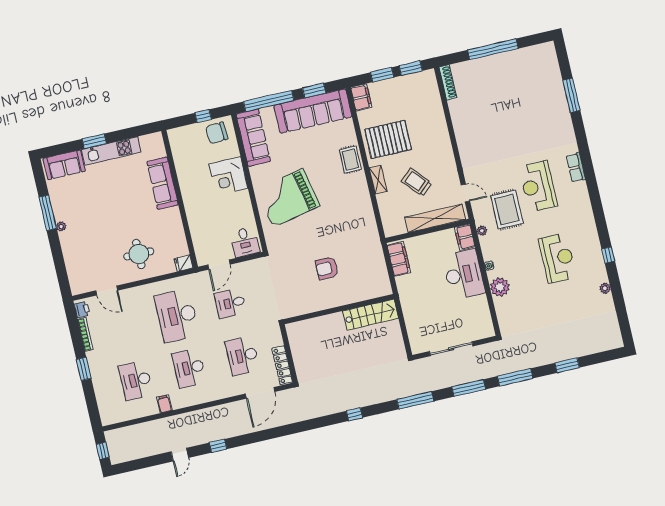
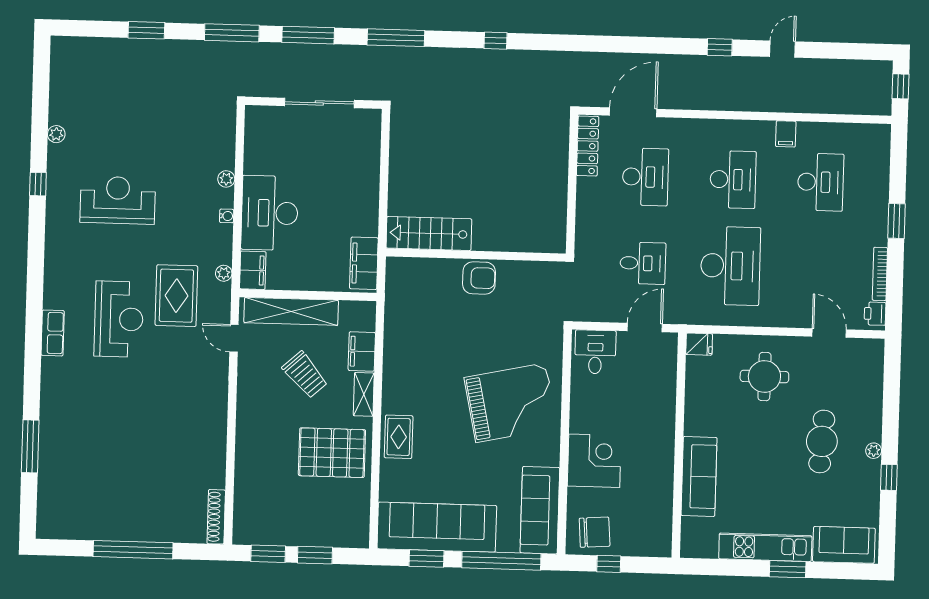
filing cabinet: (361, 97) -> (362, 351), moved
window: (48, 213) -> (889, 477), width x0.46
cafe table: (94, 224) -> (822, 441), added
reception desk: (558, 258) -> (118, 200), turned 90
plant: (500, 287) -> (226, 179), width x0.53, depth x0.53
wall: (339, 309) -> (476, 255), moved
stairs: (371, 315) -> (429, 233), moved

